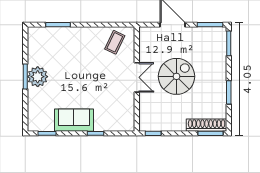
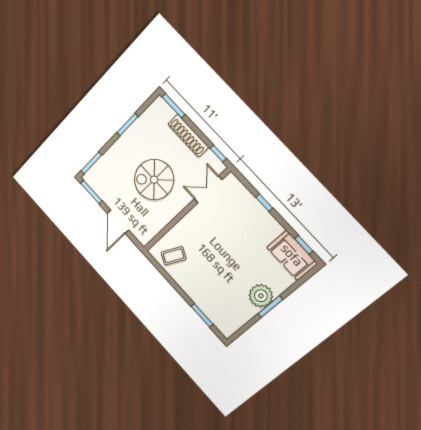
double door: (137, 77) -> (208, 189), moved
sofa: (74, 120) -> (292, 255), moved
shoe rack: (207, 125) -> (188, 136), moved

